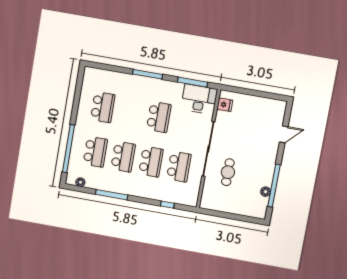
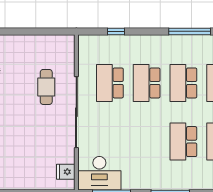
school desk: (159, 117) -> (183, 142), moved

